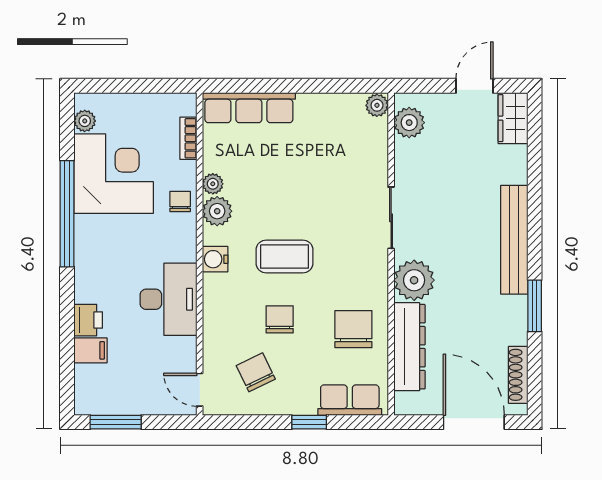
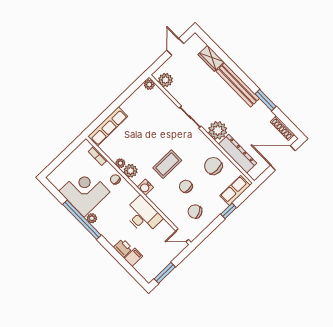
wardrobe: (513, 118) -> (211, 58), moved
plant: (85, 121) -> (92, 218), moved

